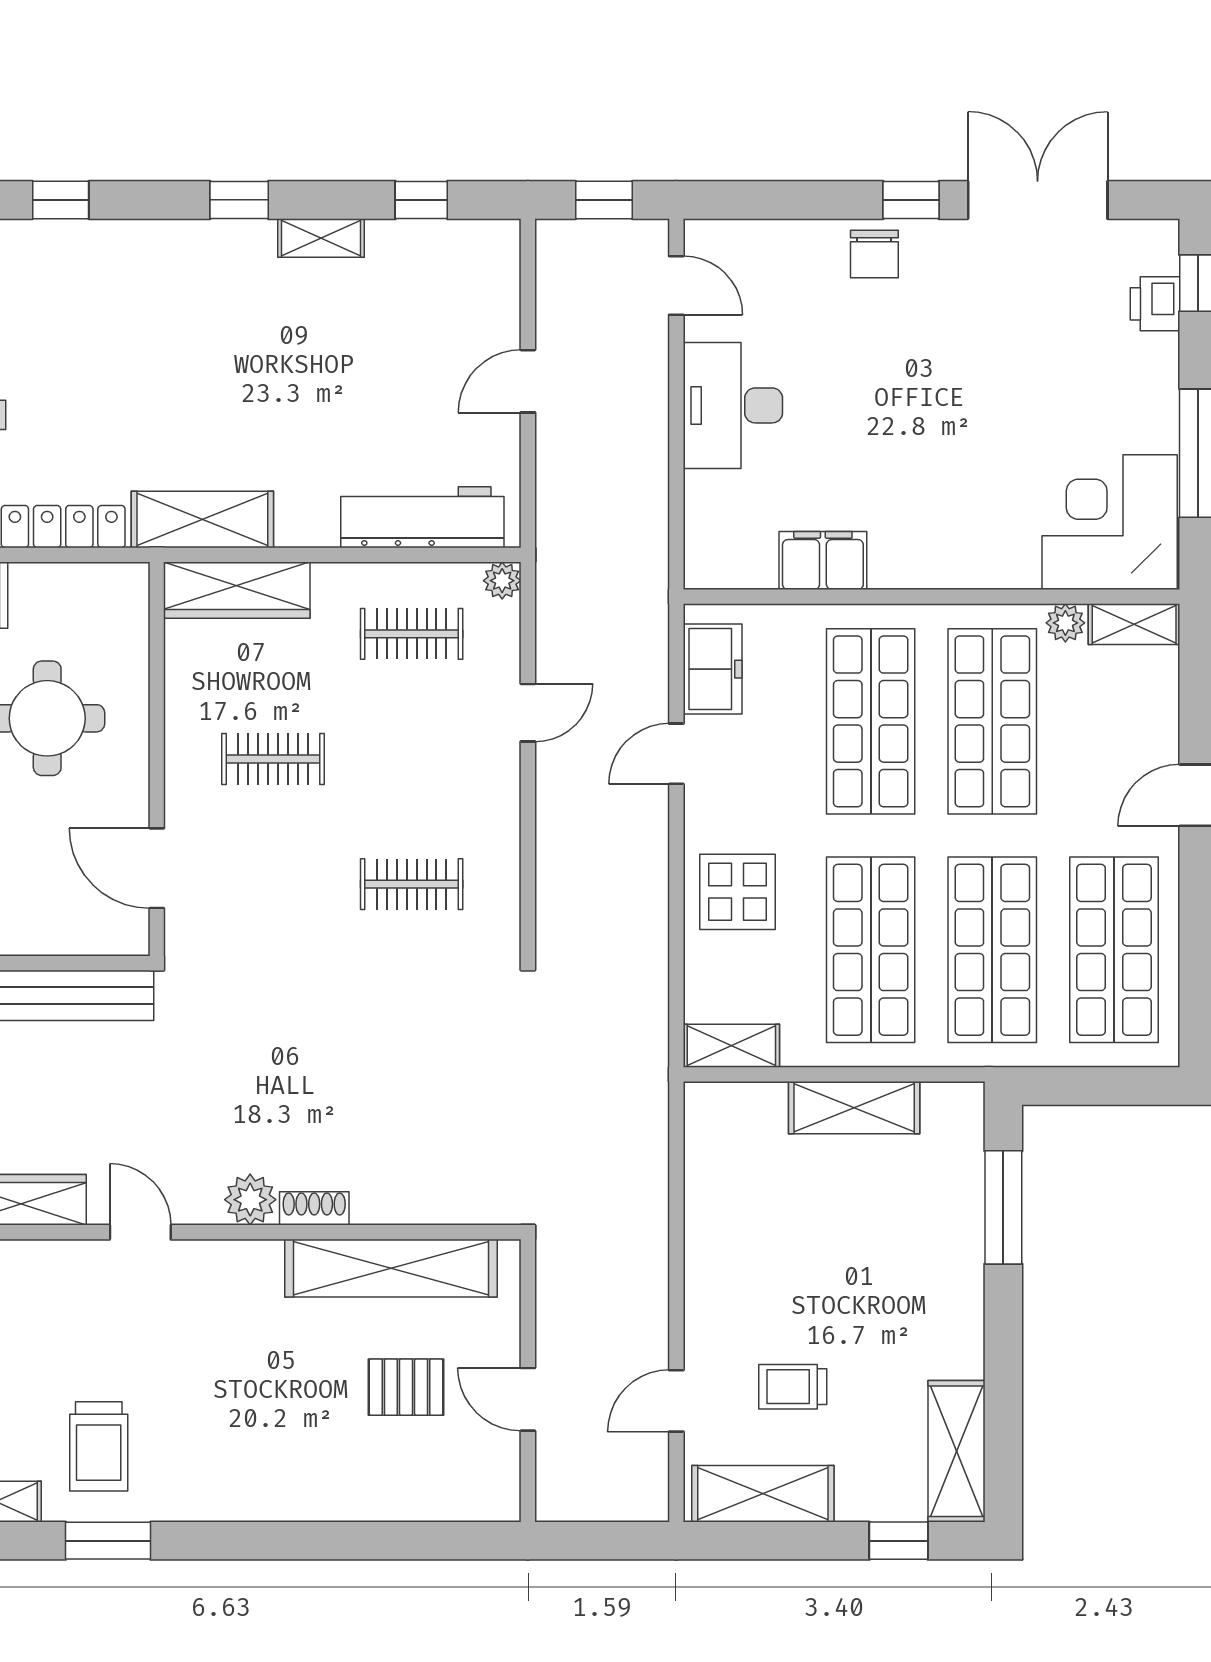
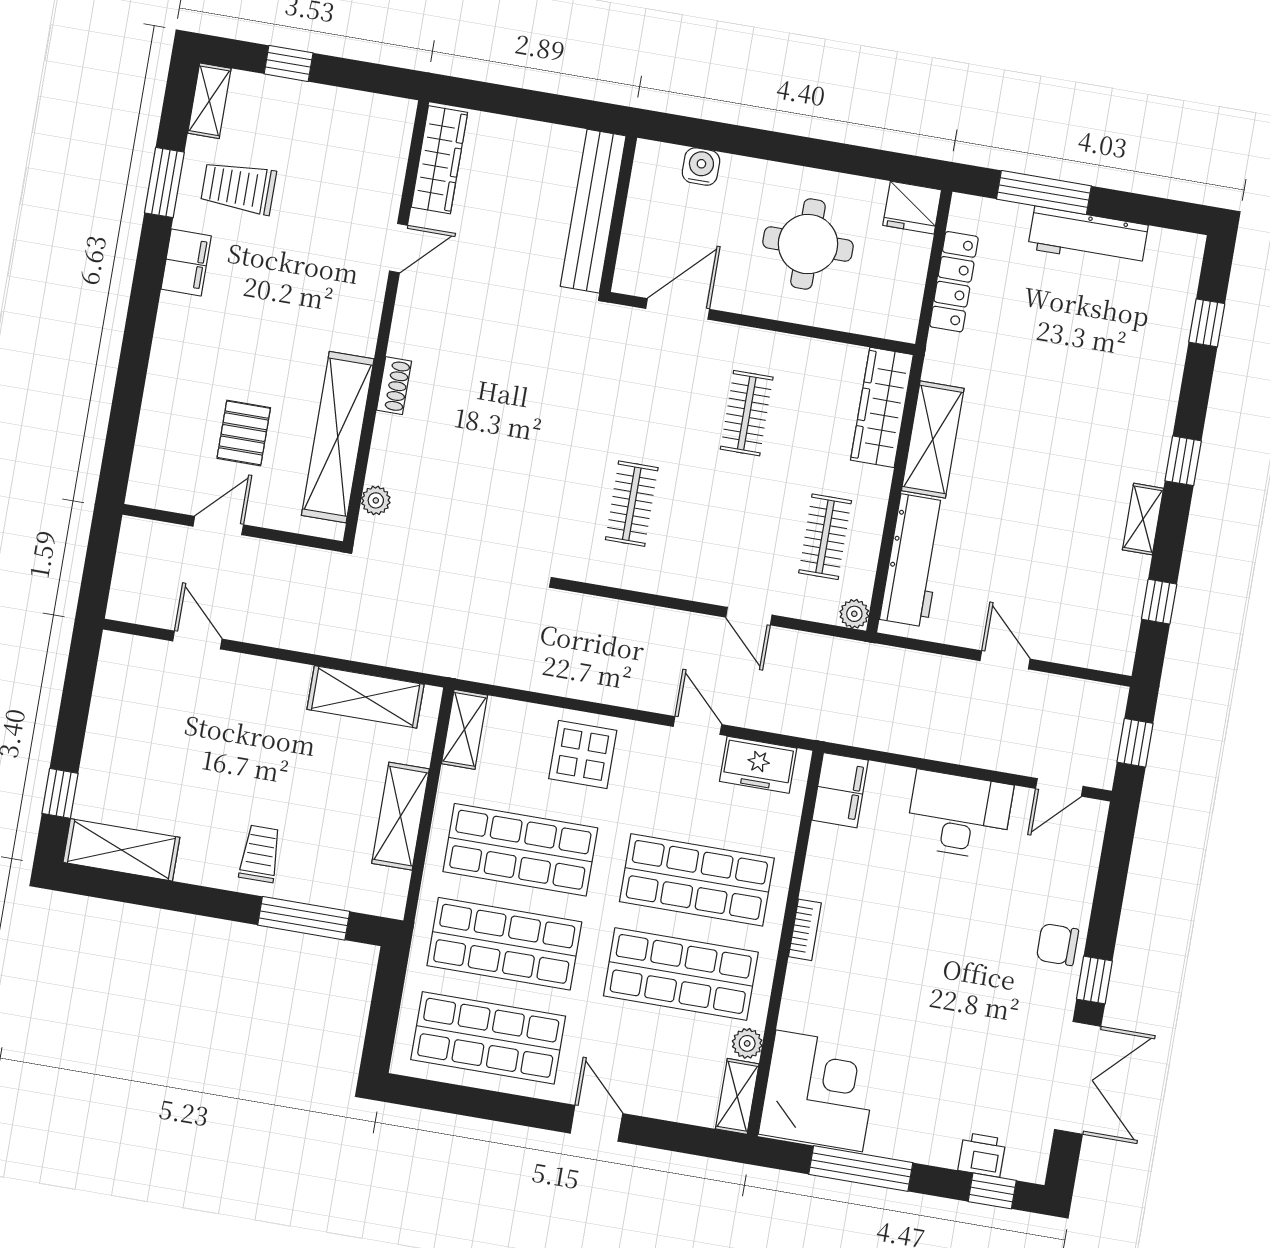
shelving: (202, 519) -> (933, 439), moved
filing cabinet: (823, 560) -> (840, 790), moved
bookcase: (910, 575) -> (805, 930), added
plant: (250, 1200) -> (376, 500), moved, width x0.73, depth x0.73
trolley: (793, 1387) -> (260, 854), moved
shelving: (763, 1494) -> (366, 697), moved, turned 90
filing cabinet: (204, 1496) -> (186, 262), added

